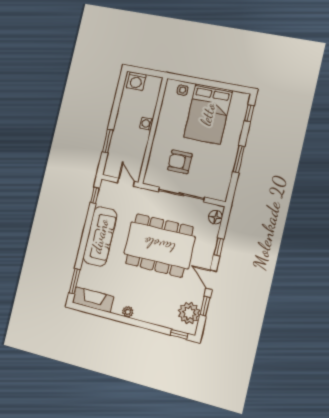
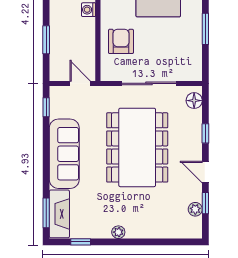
armchair: (180, 162) -> (121, 41), moved, turned 90
dining table: (159, 245) -> (137, 147), turned 90
fireplace: (93, 300) -> (59, 214), moved, turned 90
plant: (189, 313) -> (195, 209), width x0.53, depth x0.53
window: (179, 334) -> (81, 242), moved

